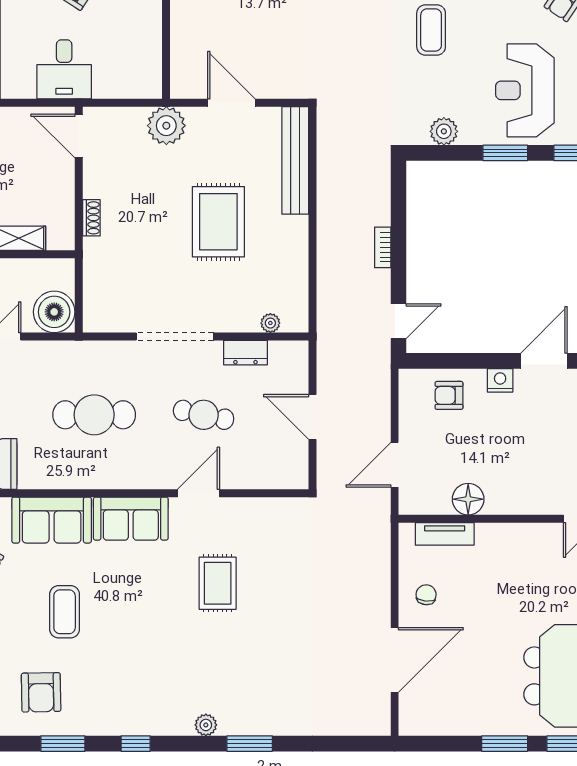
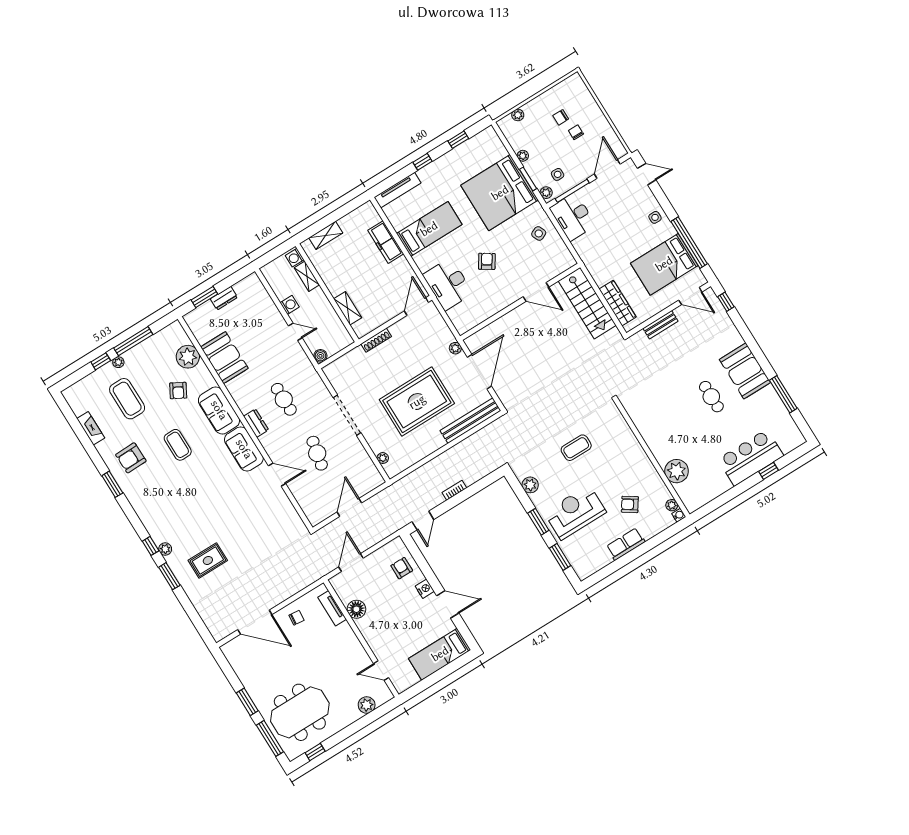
desk: (64, 69) -> (448, 284), width x1.37
door: (231, 103) -> (479, 372), width x1.36
plant: (166, 126) -> (455, 348), width x0.53, depth x0.53
shoe rack: (91, 218) -> (376, 340), width x1.43
rug: (218, 222) -> (417, 402), width x1.37, depth x1.44
boiler: (54, 312) -> (320, 356), width x0.54, depth x0.54
door: (398, 321) -> (423, 521), hinge flipped
dresser: (245, 353) -> (256, 423), moved, turned 180
cafe table: (94, 415) -> (284, 399), width x0.73, depth x0.74
door: (395, 465) -> (351, 563), hinge flipped
rug: (218, 583) -> (208, 560), moved
coffee table: (65, 612) -> (178, 445), turned 90
window: (136, 744) -> (151, 546), moved

